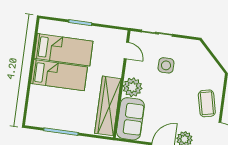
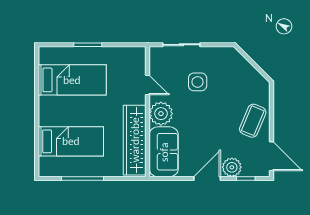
door: (126, 50) -> (148, 85), moved
bed: (59, 75) -> (71, 141), moved
coffee table: (207, 103) -> (253, 121), turned 36

